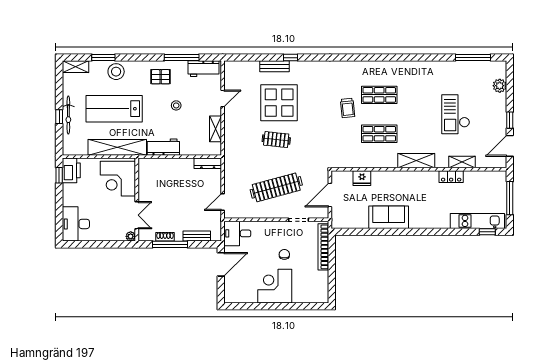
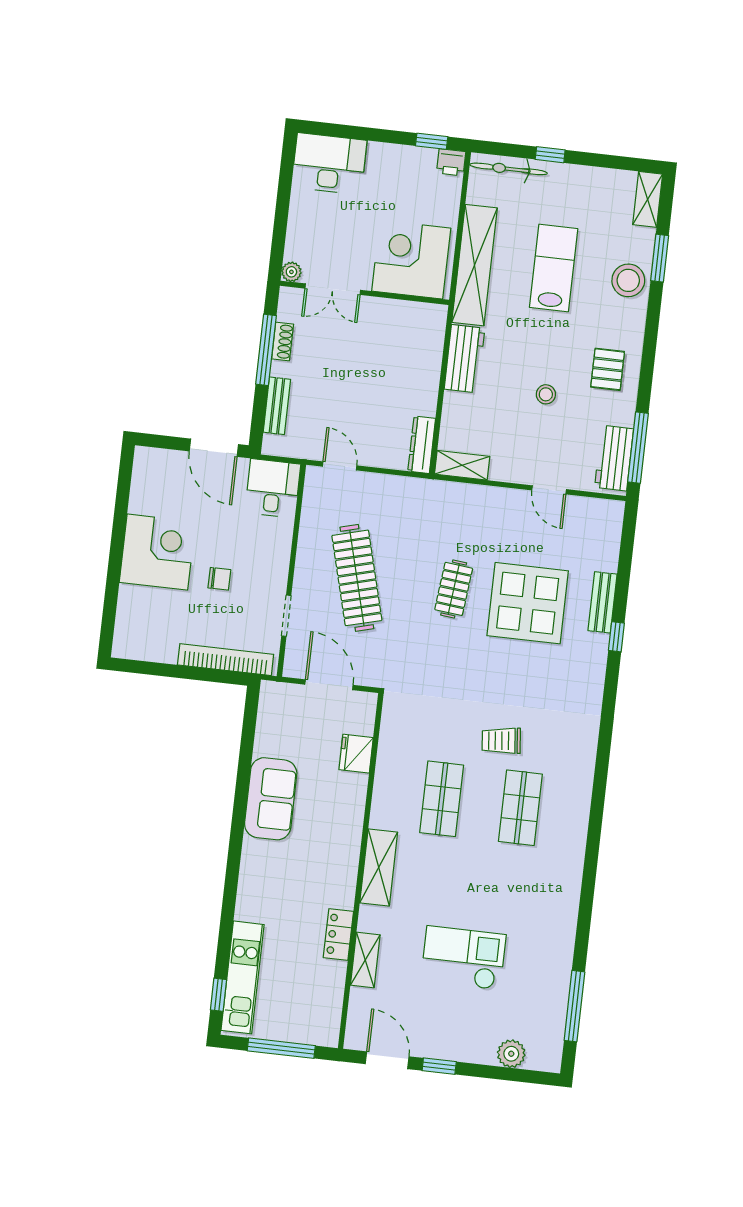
window: (182, 58) -> (638, 448), moved
lab bench: (114, 109) -> (554, 268), width x0.73, depth x0.72
bicycle: (68, 115) -> (508, 169), moved
shelving: (215, 129) -> (462, 465), moved
printer: (71, 170) -> (451, 162), width x0.53, depth x0.68

